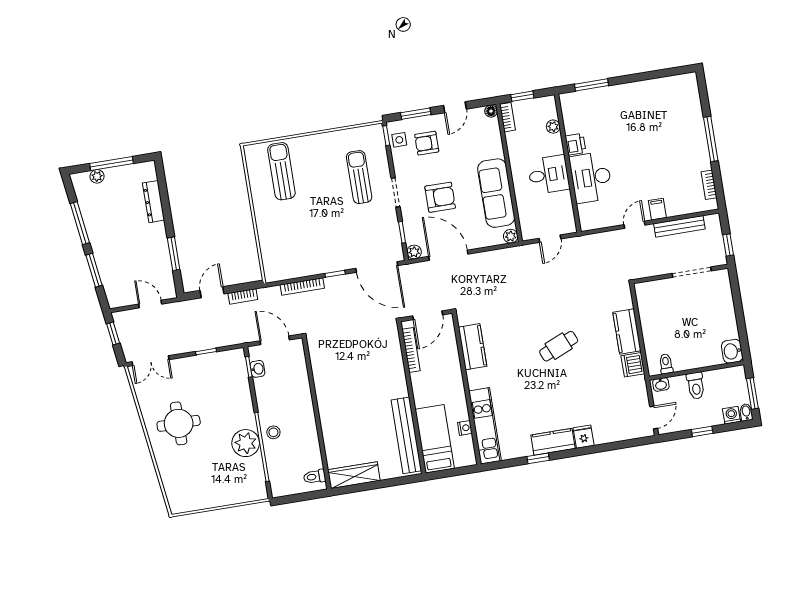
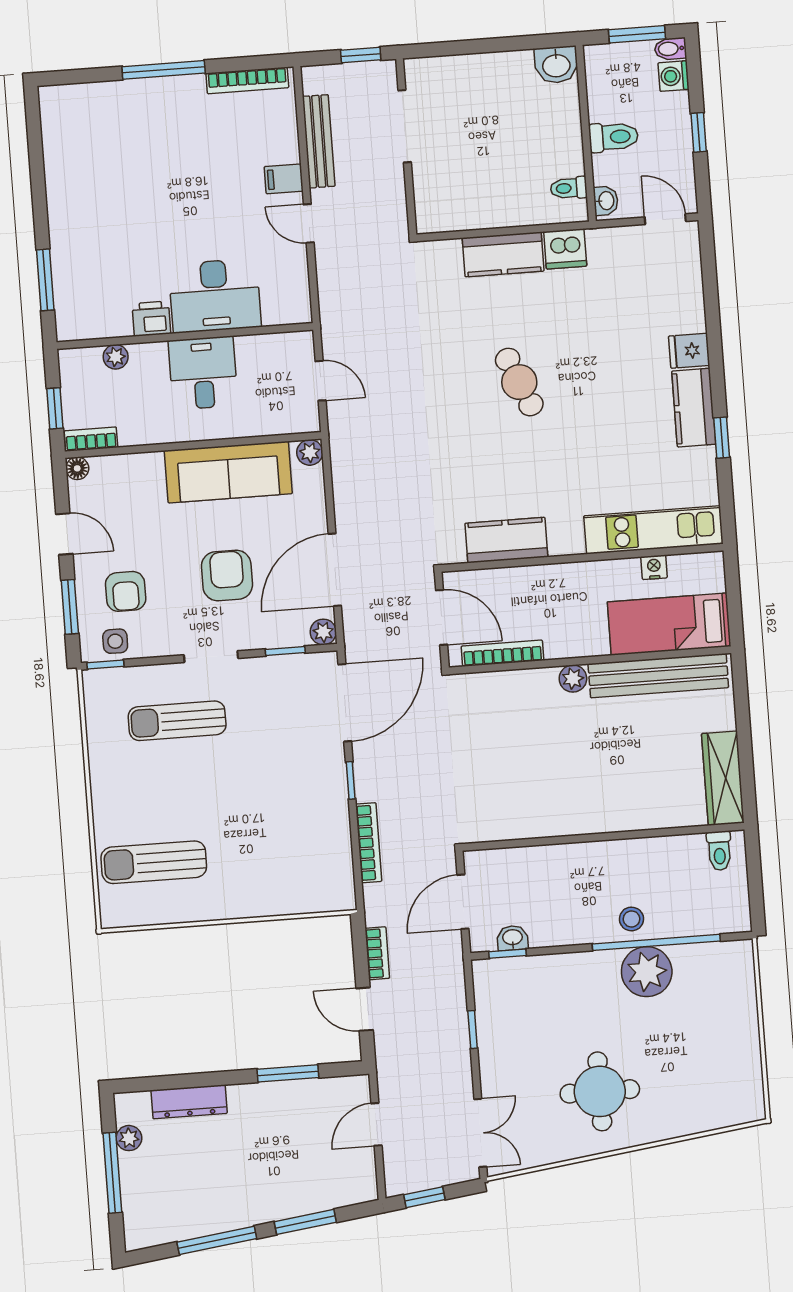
plant: (97, 176) -> (129, 1138), moved
bookcase: (709, 185) -> (247, 80), width x1.56
plant: (401, 389) -> (573, 679), added

